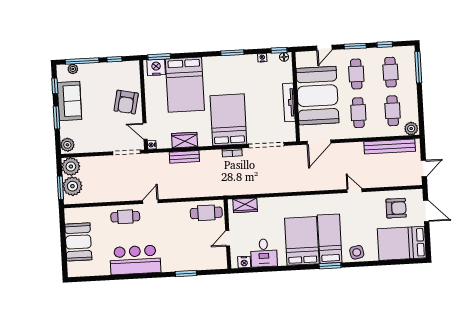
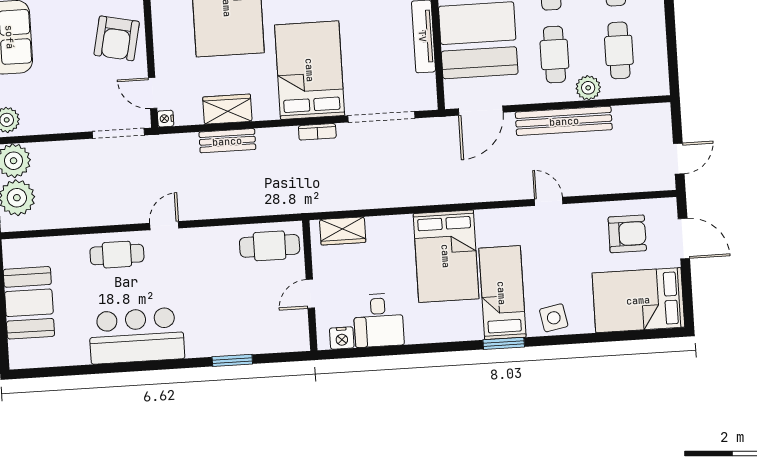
plant: (411, 129) -> (588, 88), moved
bench: (390, 146) -> (564, 121), moved
bed: (302, 241) -> (446, 256), moved, turned 180

